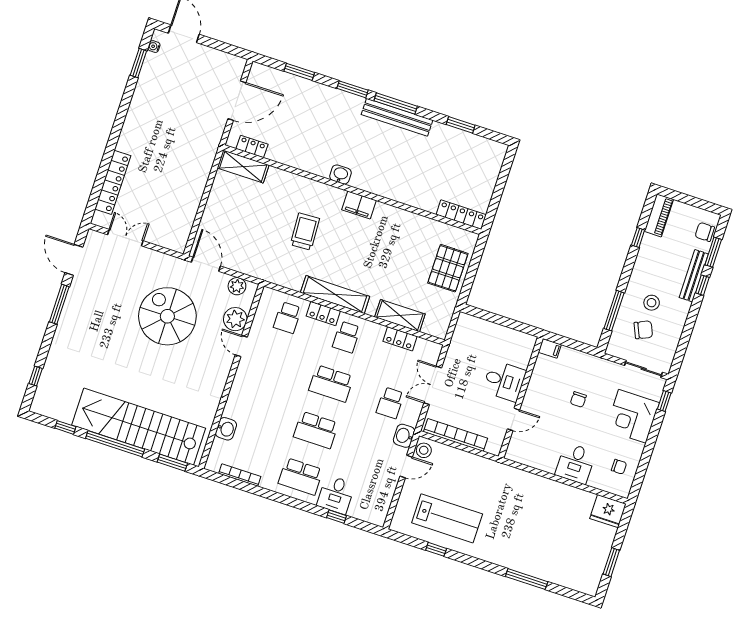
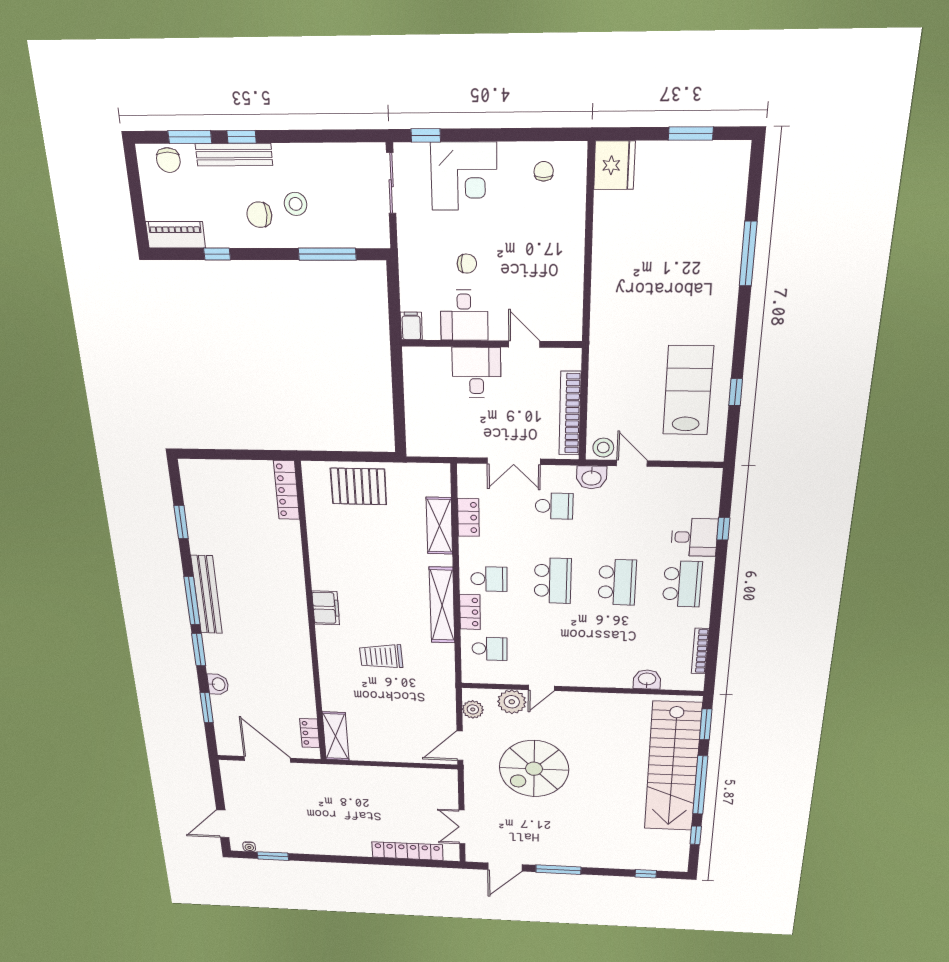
washbasin: (340, 174) -> (218, 684), moved, turned 180
chair: (643, 330) -> (259, 215), moved, turned -66
desk: (575, 463) -> (464, 315), moved, turned 90

